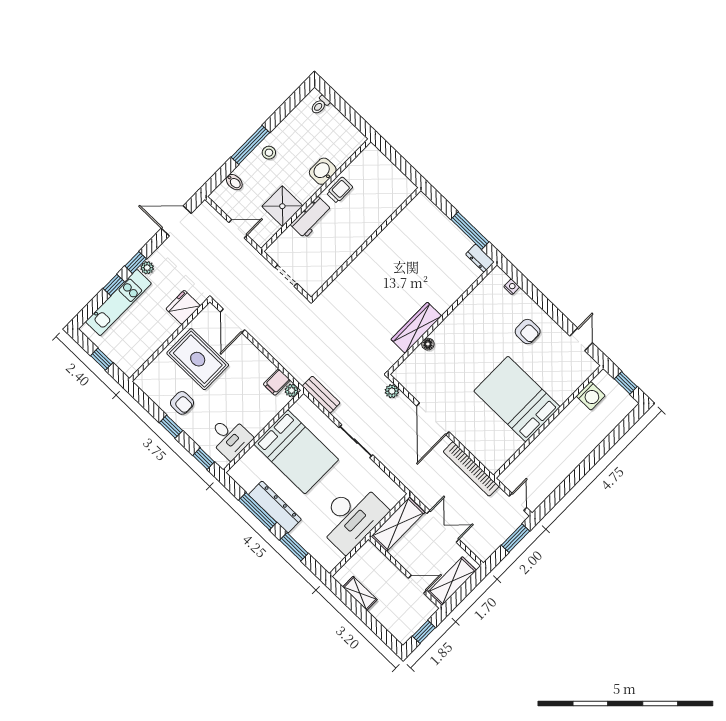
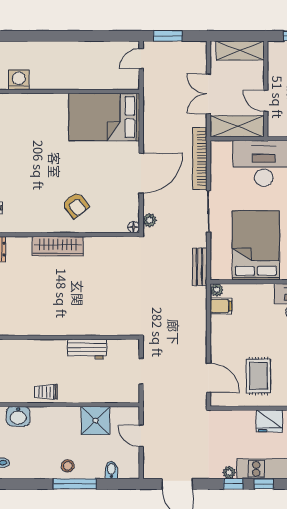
washbasin: (323, 171) -> (18, 416), moved
workbench: (311, 217) -> (87, 349), moved, turned 180
fridge: (183, 307) -> (269, 421), moved
door: (232, 321) -> (209, 378), hinge flipped
wardrobe: (416, 328) -> (58, 246), moved
armchair: (528, 332) -> (76, 205), moved, turned 142
floor lamp: (428, 344) -> (134, 227), moved
rug: (198, 359) -> (258, 376), width x0.73, depth x0.70
bed: (517, 399) -> (104, 117), moved, turned 90
bookcase: (471, 469) -> (200, 158), moved, turned 180
door: (417, 584) -> (266, 101), moved

